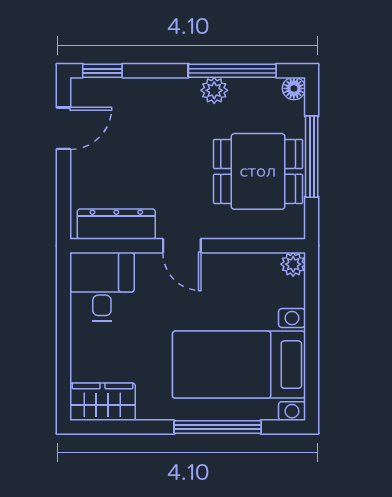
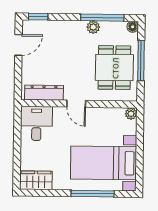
dining table: (258, 171) -> (114, 68), turned 90

